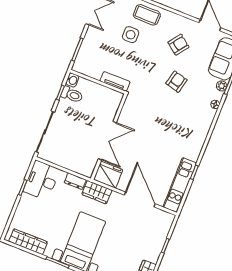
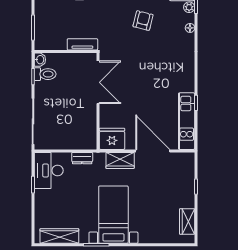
double door: (107, 141) -> (98, 82), moved
wardrobe: (97, 192) -> (120, 160), moved

